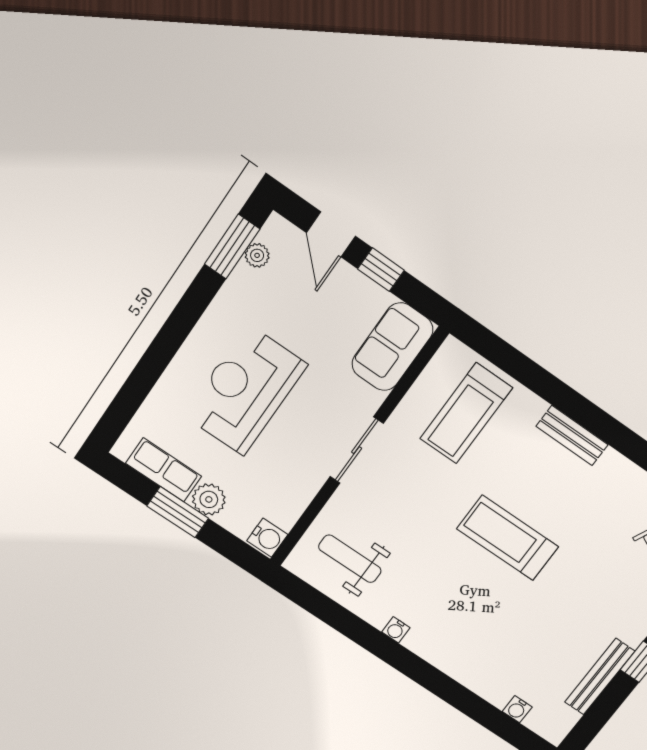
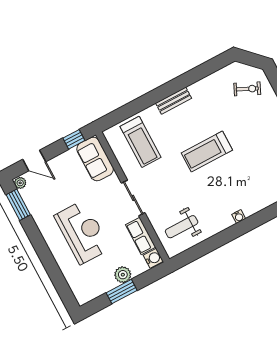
plant: (257, 255) -> (20, 183), moved
window: (381, 270) -> (74, 139), moved
reception desk: (245, 390) -> (82, 232), turned 180
row of seats: (164, 470) -> (141, 236), moved, turned -90
water cooler: (396, 630) -> (239, 217), moved

